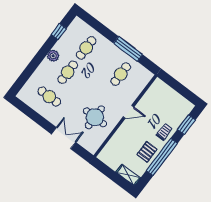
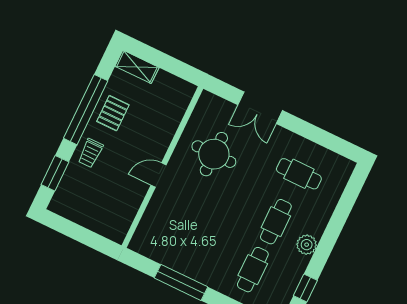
cafe table: (121, 74) -> (185, 237), removed

